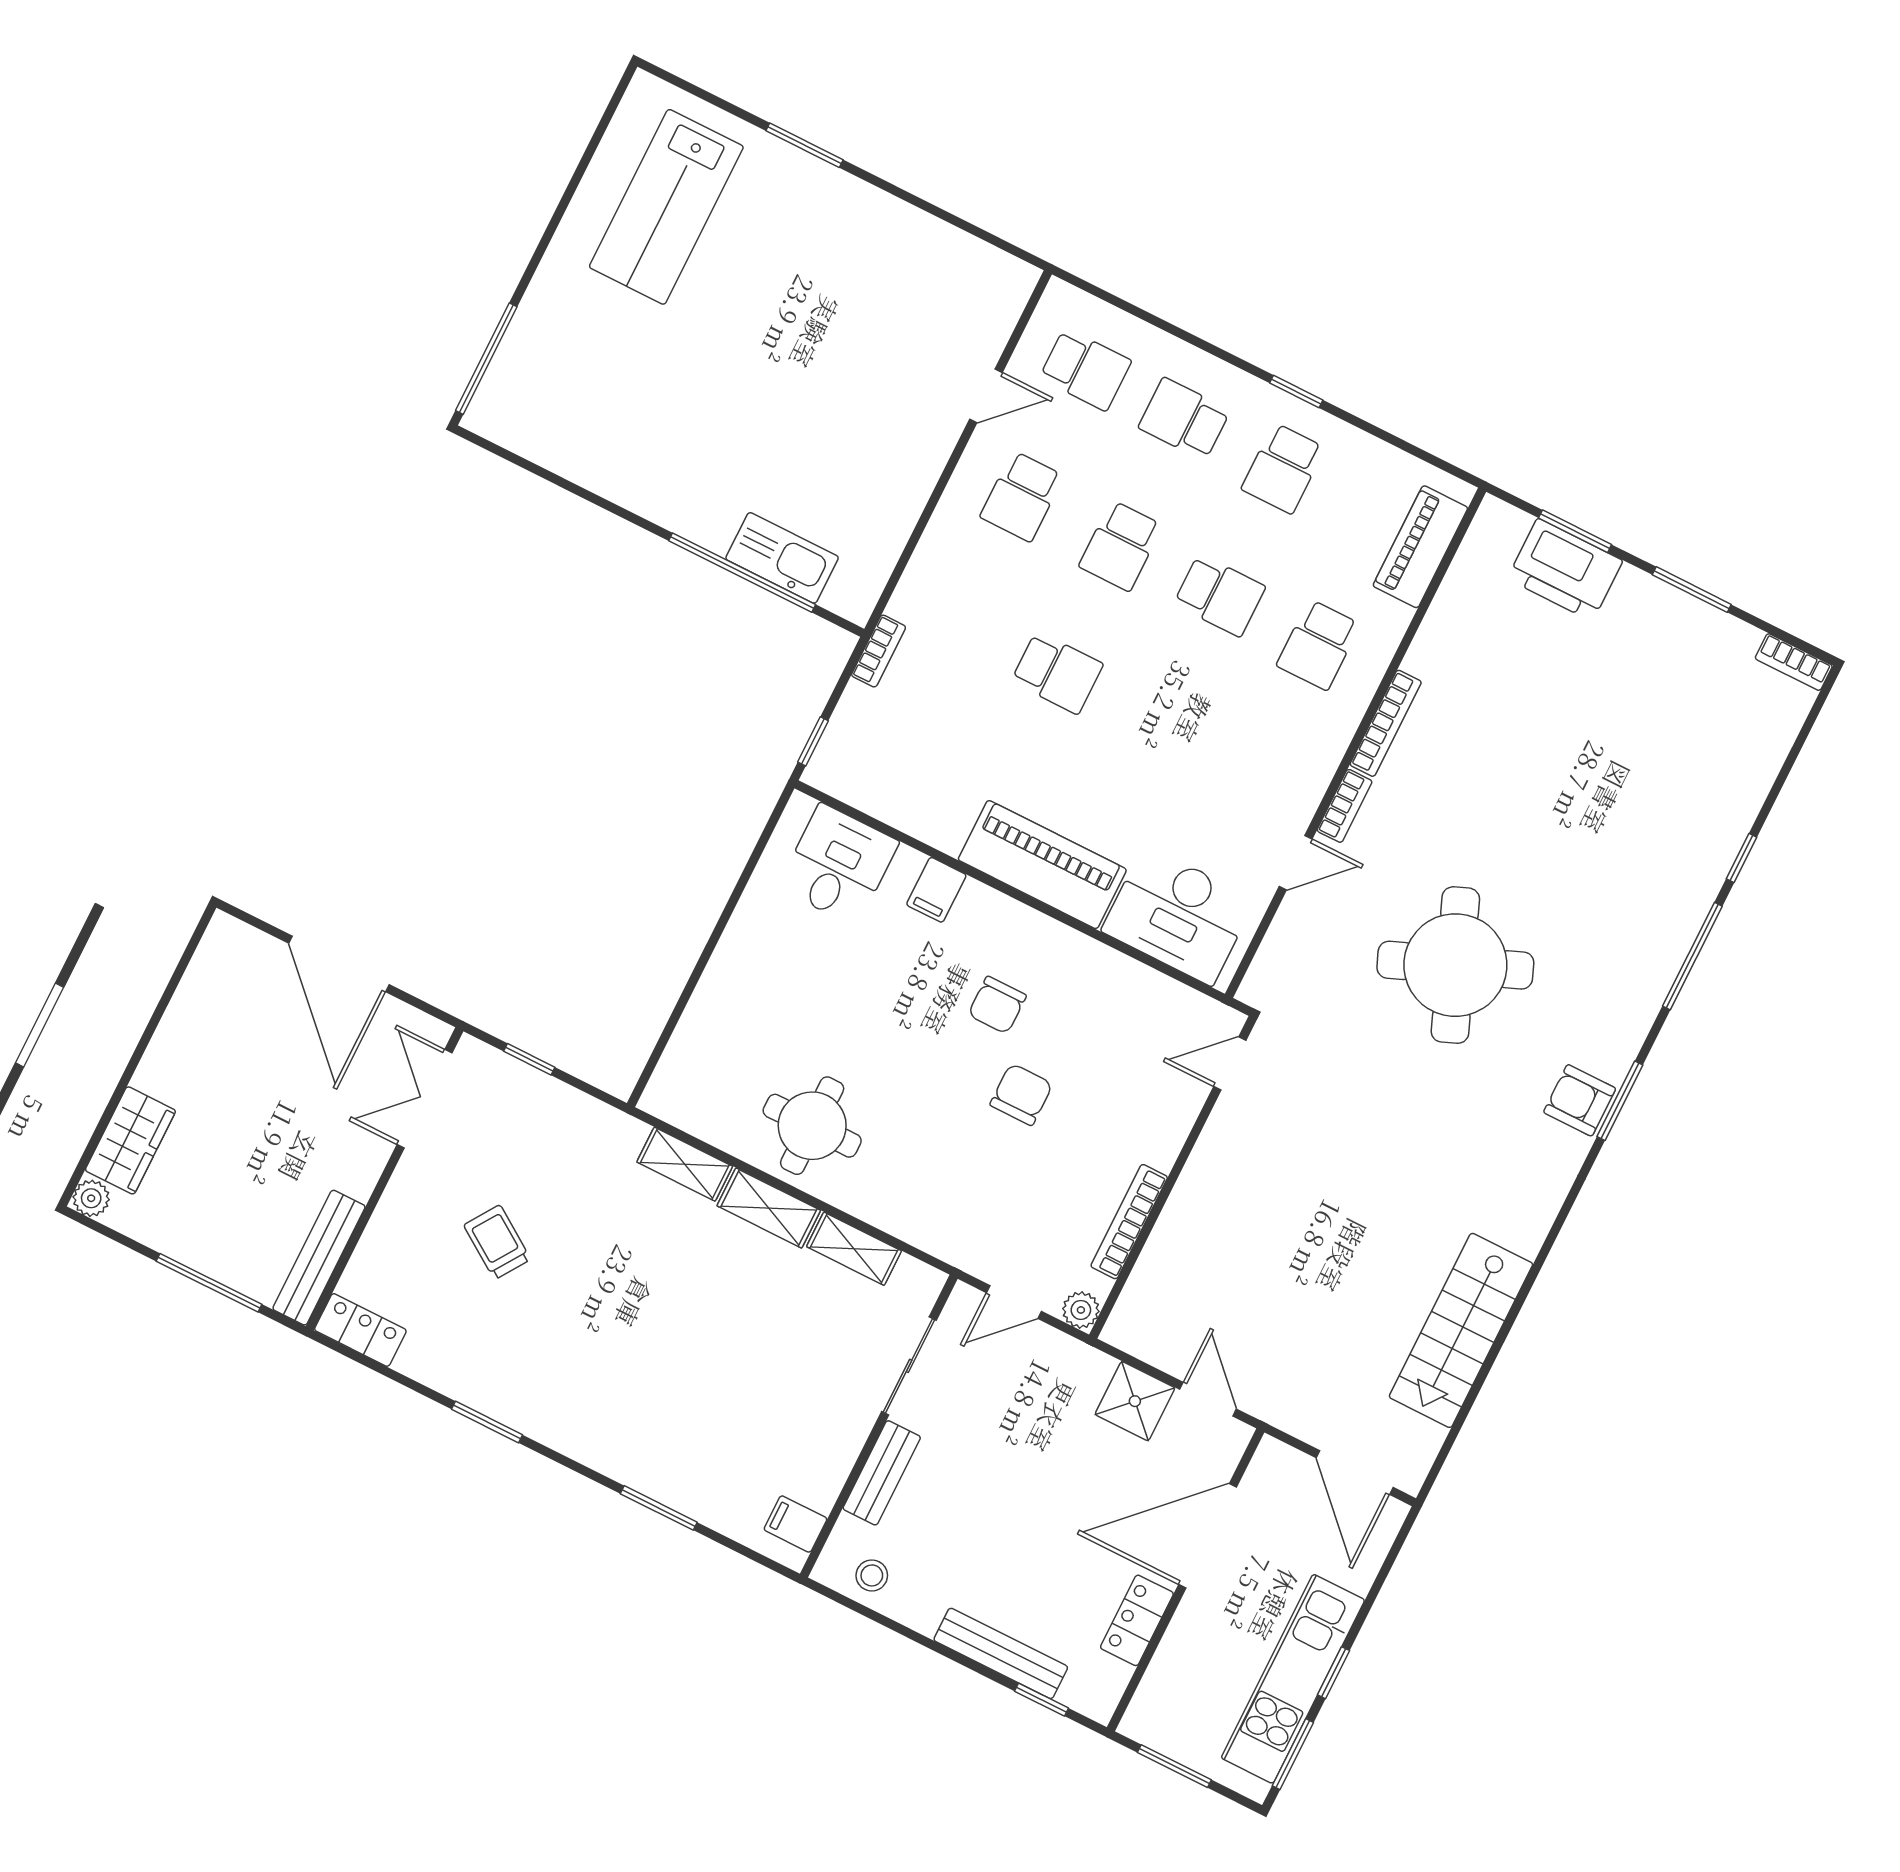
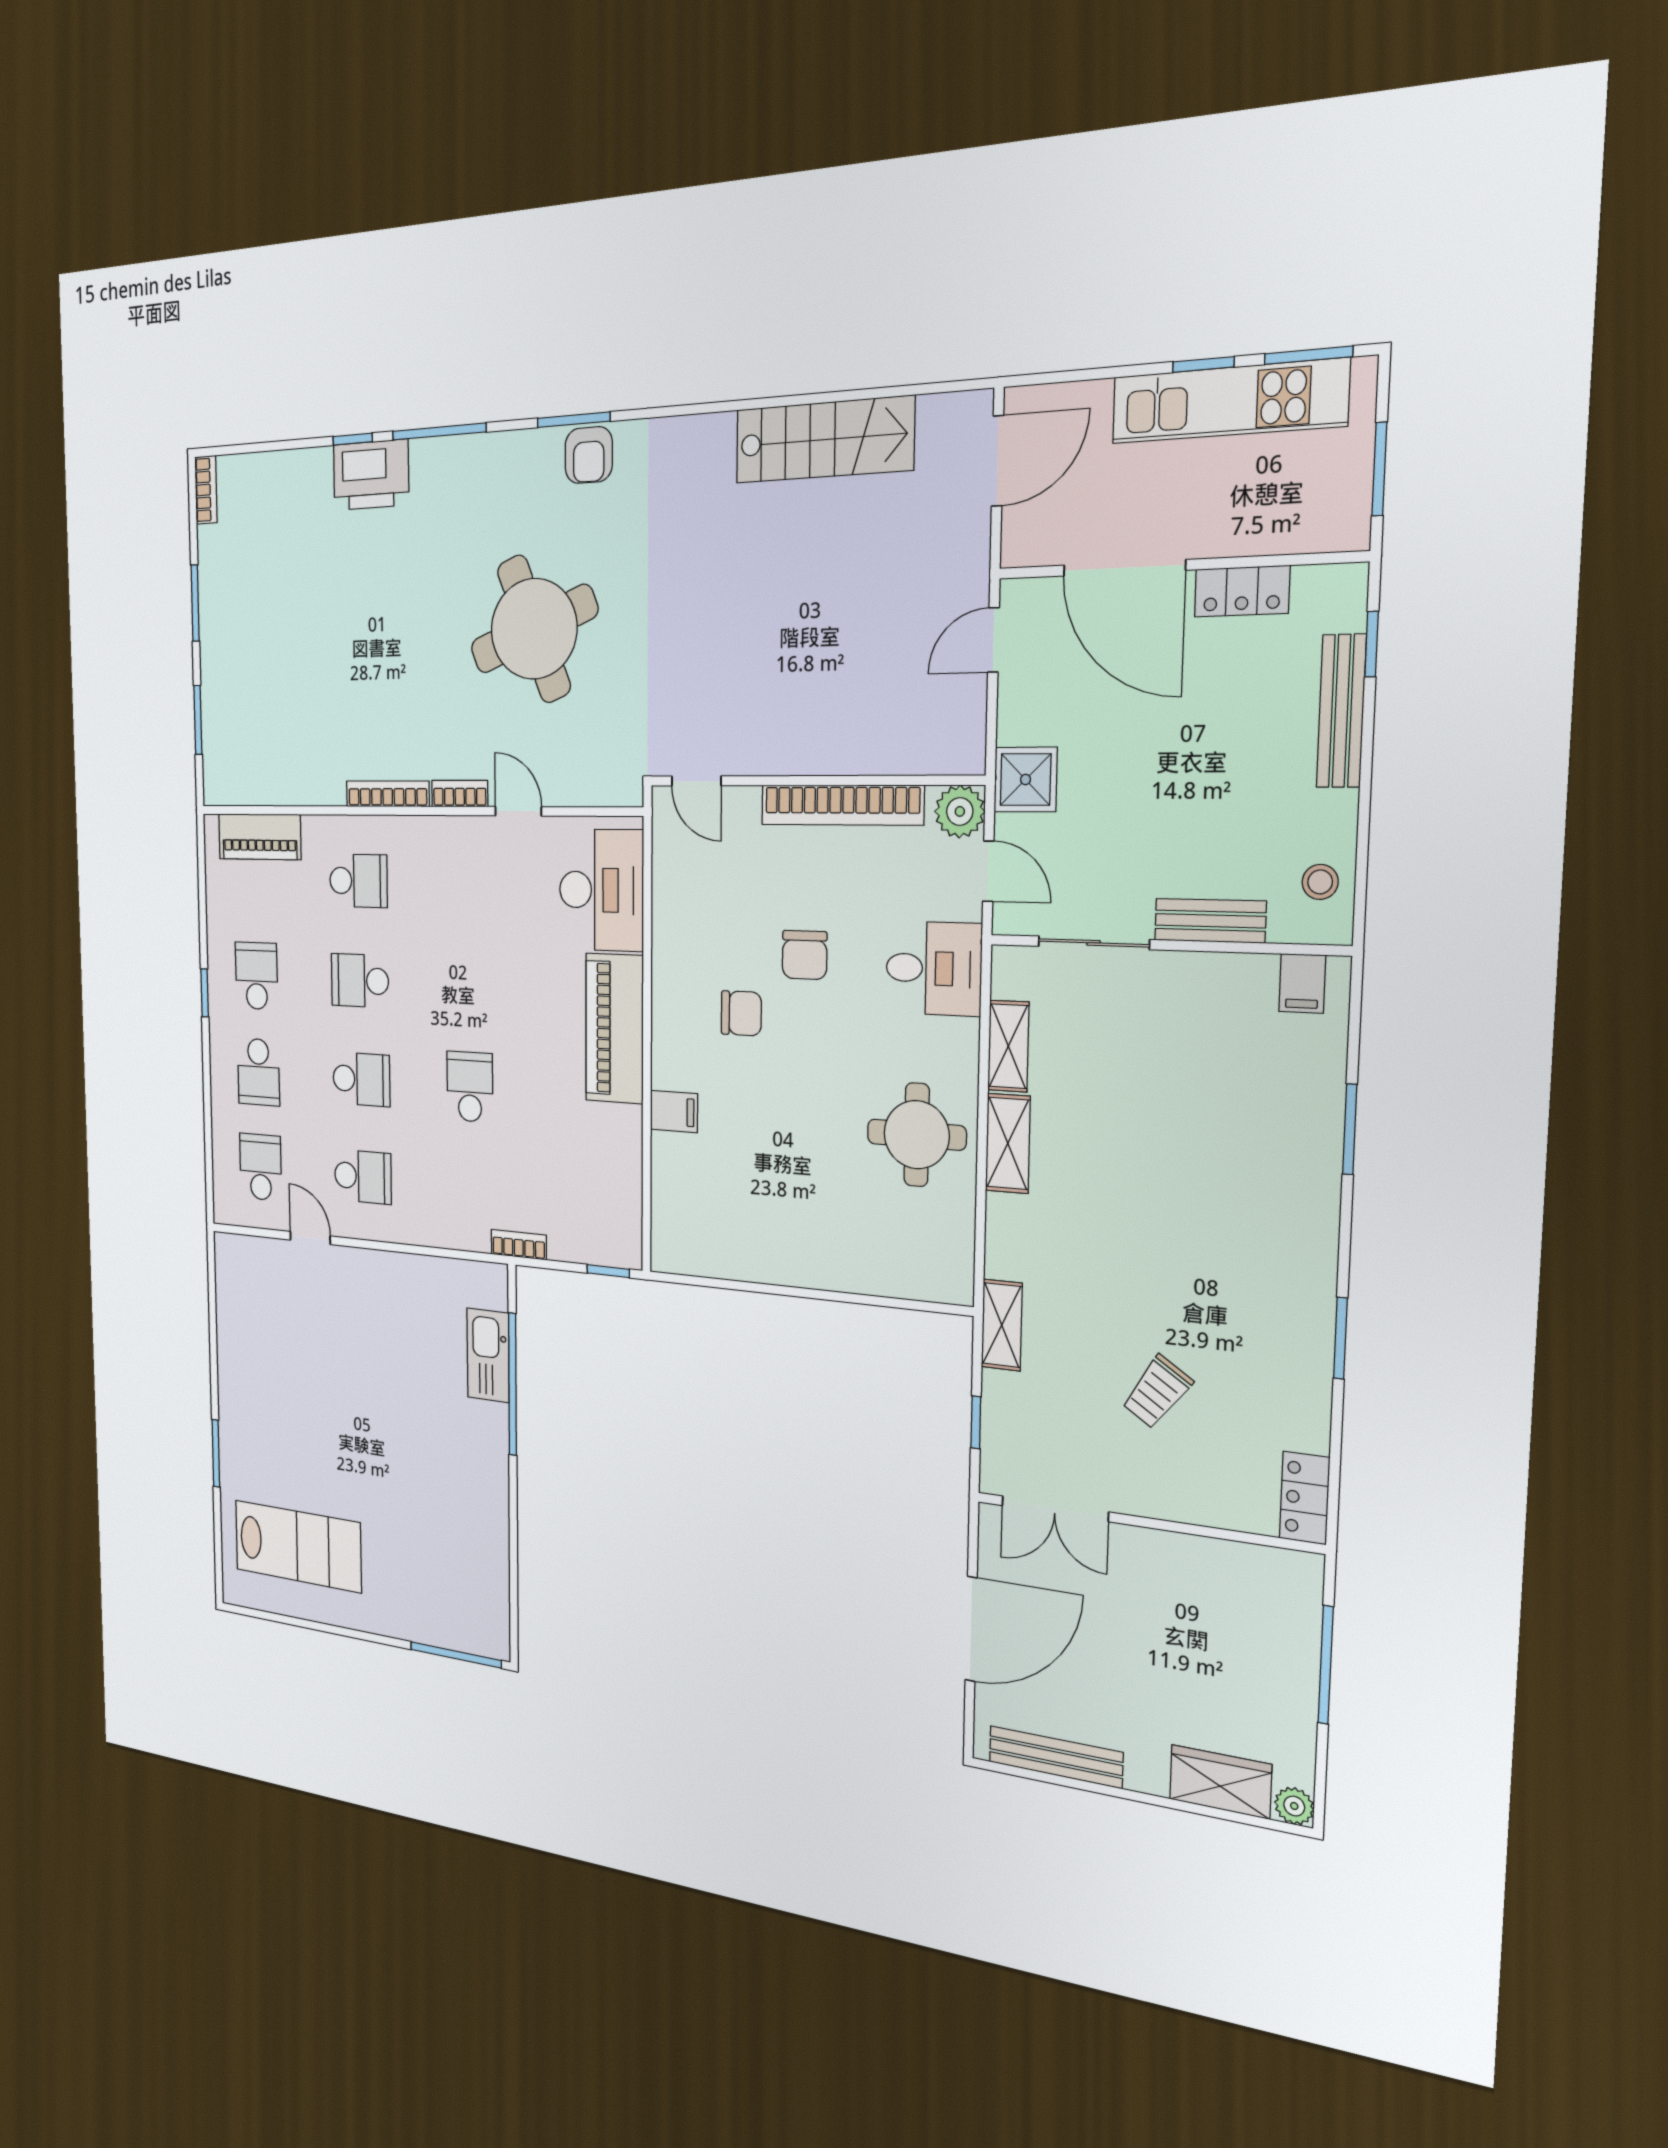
school desk: (1283, 468) -> (256, 976), turned -90
printer: (1565, 570) -> (371, 475), moved, turned 90
school desk: (1220, 595) -> (360, 981), turned -90
desk: (838, 865) -> (934, 968), moved, turned 180
chair: (1021, 1094) -> (805, 955), turned -90
shelving: (685, 1164) -> (1002, 1325), moved
bookcase: (1129, 1222) -> (842, 805), width x1.48, depth x1.31
bench: (319, 1258) -> (1056, 1757), moved
plant: (1081, 1310) -> (960, 811), width x1.38, depth x1.38
shower: (1135, 1401) -> (1026, 780), moved

